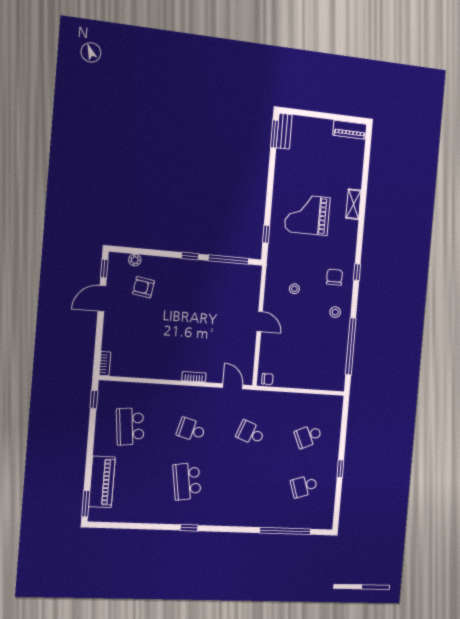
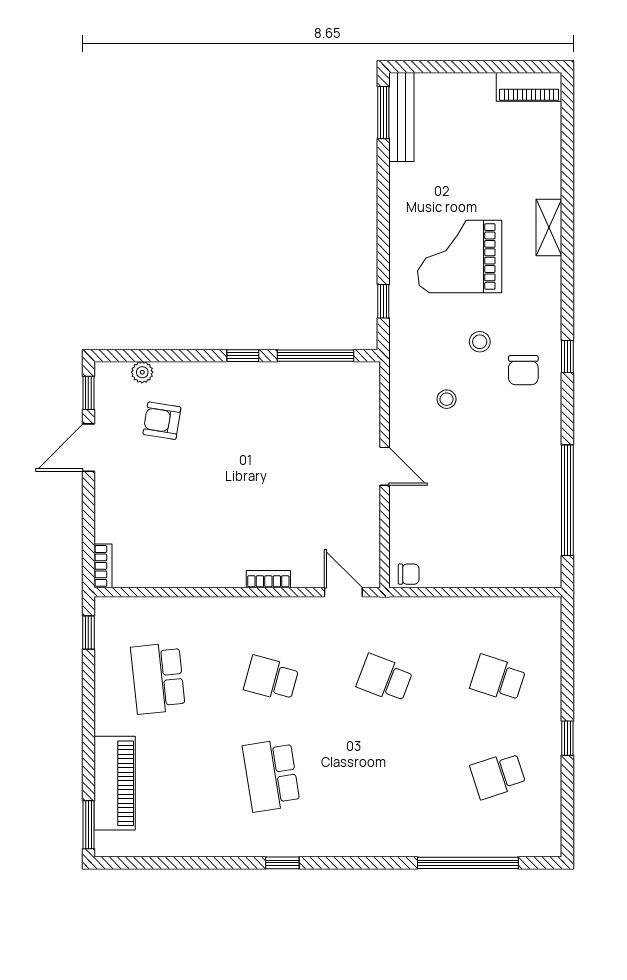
bench: (284, 131) -> (401, 117), width x1.36
chair: (334, 277) -> (523, 370), turned 180
stool: (335, 312) -> (480, 342), moved
school desk: (308, 436) -> (498, 678), turned 42

